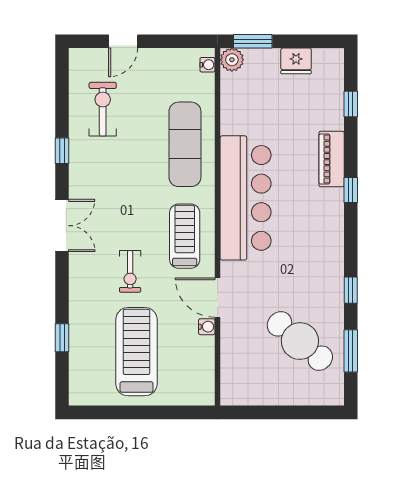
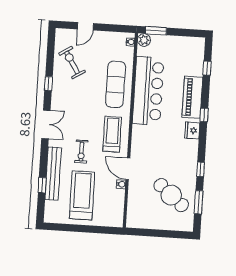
fridge: (296, 61) -> (192, 130), moved, turned 90
exercise bike: (103, 109) -> (72, 62), turned -32
piano: (332, 159) -> (192, 97), width x1.37, depth x1.33
bar counter: (246, 198) -> (148, 91), moved
bench: (81, 315) -> (53, 174), added

